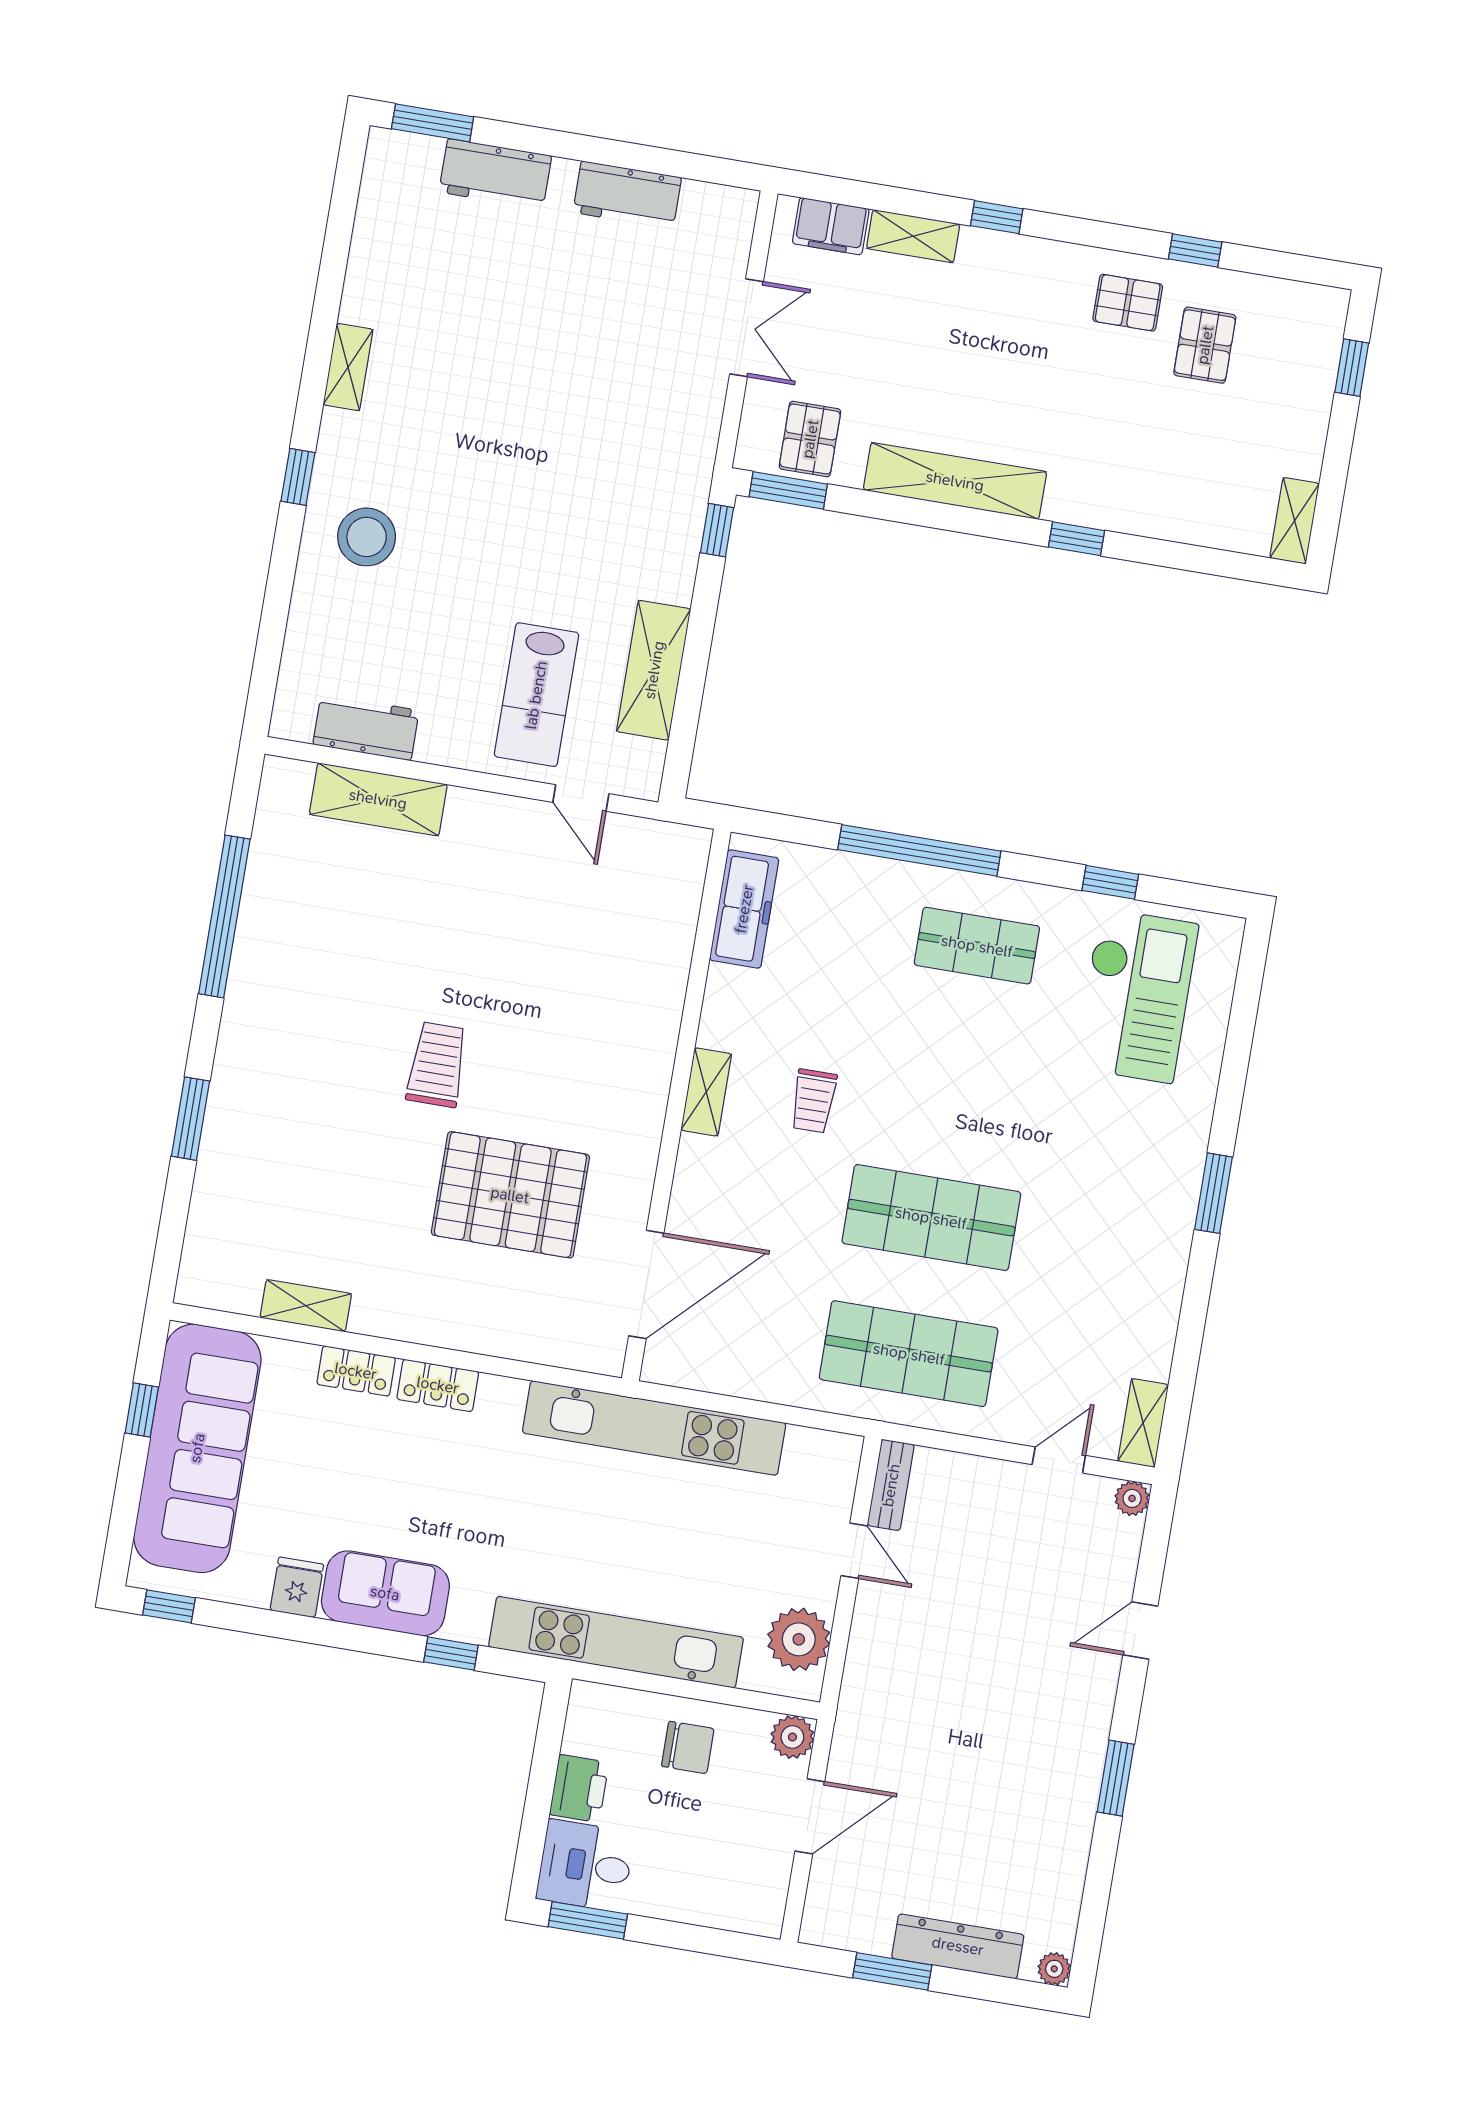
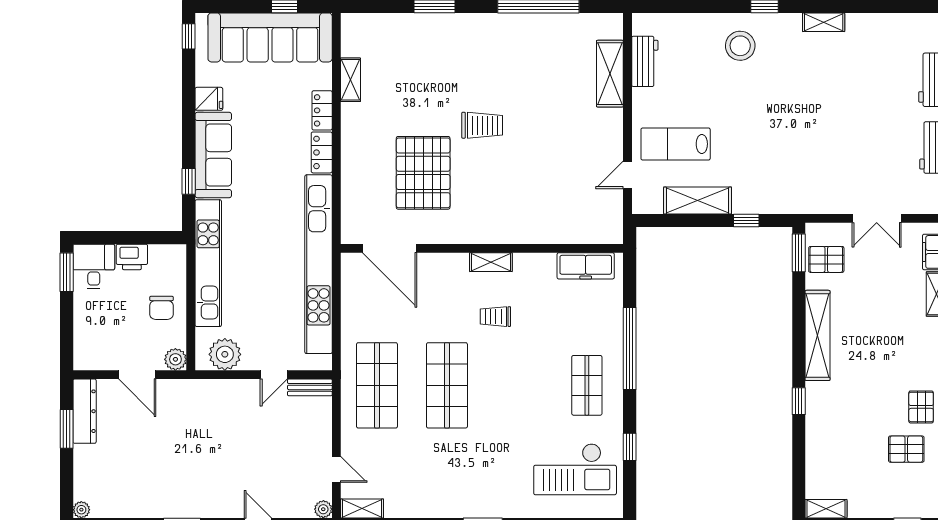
window: (717, 530) -> (746, 220), moved
kitchen unit: (654, 1428) -> (319, 264), width x1.36
sofa: (385, 1593) -> (213, 155), width x1.36
dresser: (958, 1946) -> (85, 411), moved

